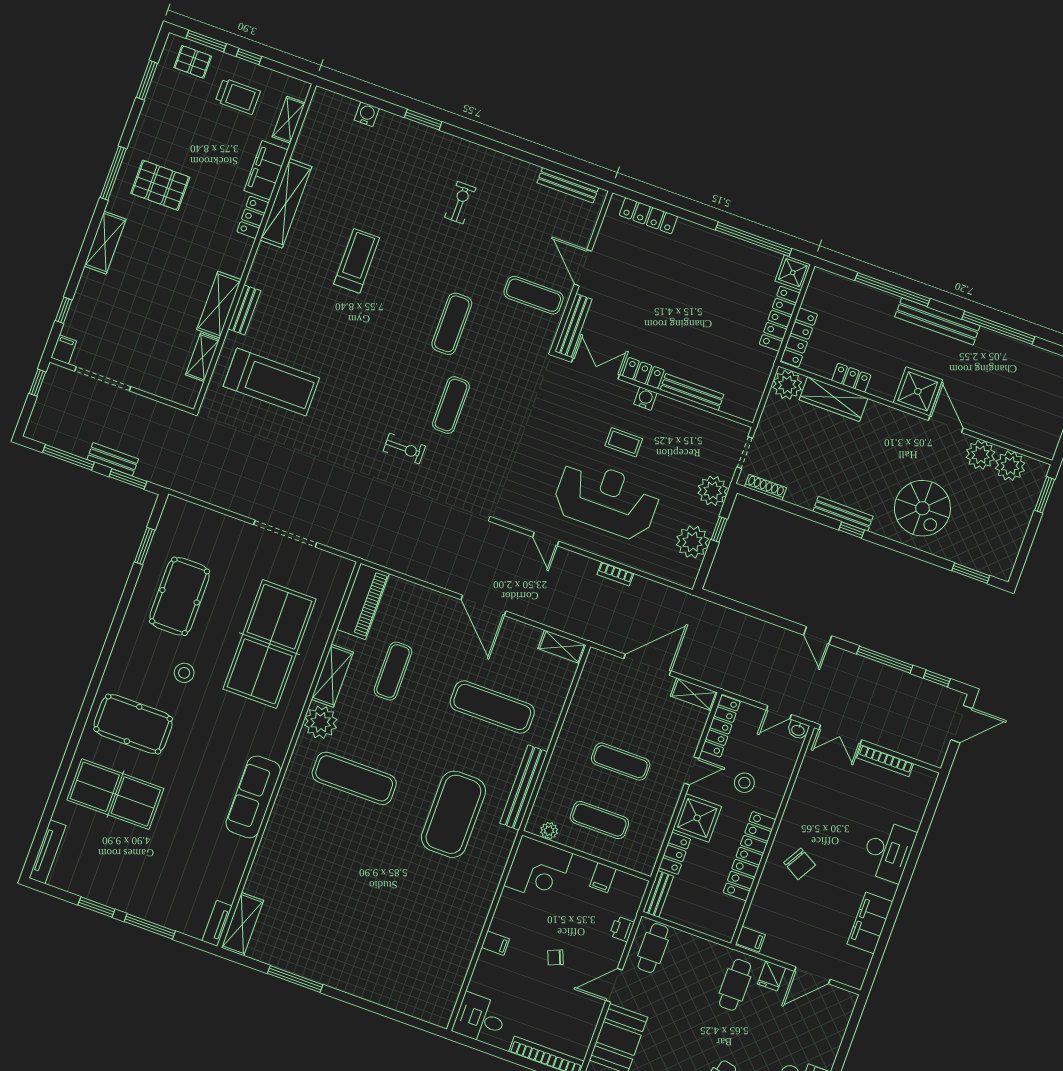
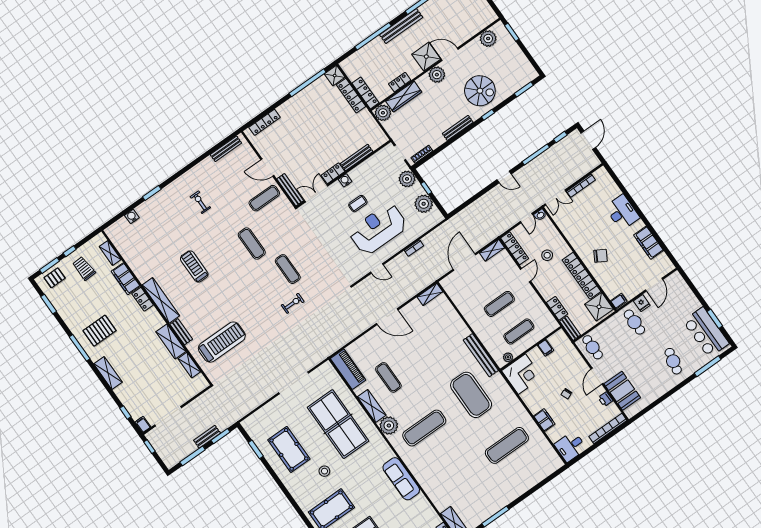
trolley: (238, 96) -> (84, 268), turned -93
shelving: (286, 203) -> (161, 300), moved
plant: (981, 455) -> (437, 75), moved
window: (852, 530) -> (488, 115), moved
exercise mat: (492, 707) -> (507, 445), moved
shower: (697, 818) -> (599, 307), moved
printer: (622, 929) -> (605, 399), moved
filing cabinet: (495, 943) -> (544, 420), width x2.00

